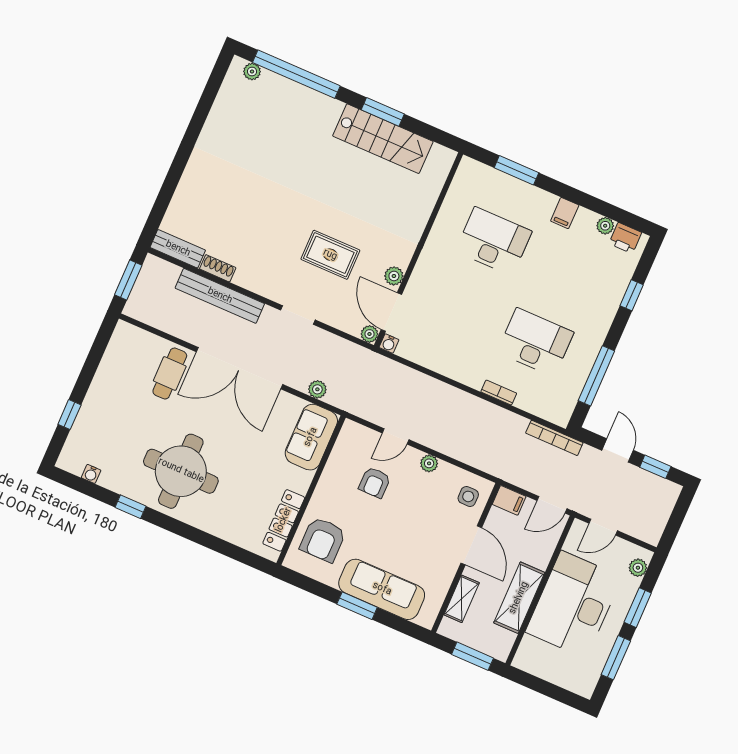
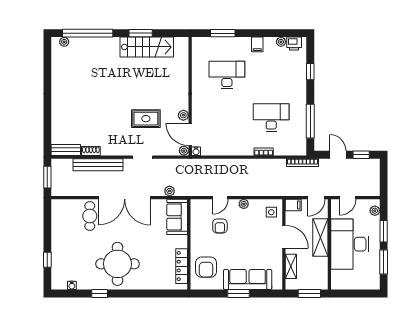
shelving: (519, 598) -> (320, 237), moved

